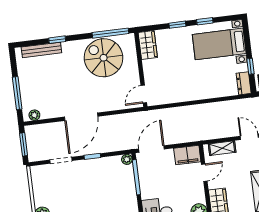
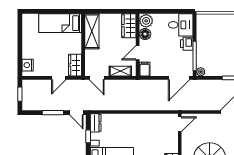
filing cabinet: (187, 155) -> (145, 69), width x0.50
printer: (147, 191) -> (187, 44), added
floor lamp: (198, 196) -> (145, 34), added

